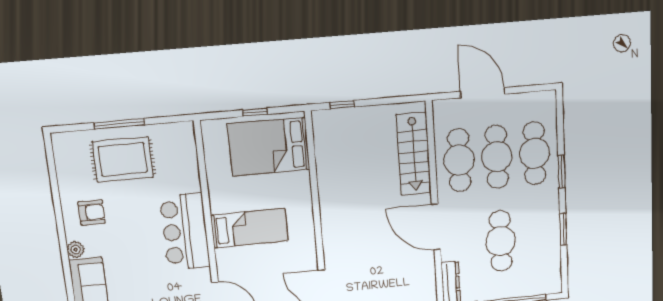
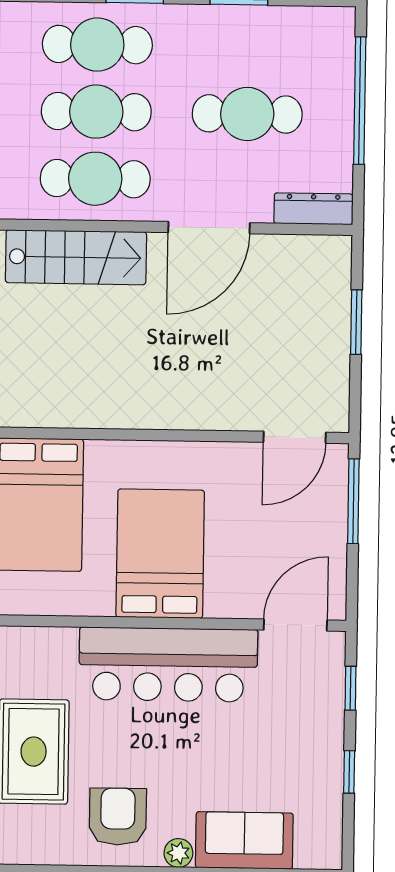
armchair: (92, 212) -> (118, 817), width x1.38, depth x1.38
bed: (249, 228) -> (160, 554), width x1.50
bar counter: (185, 232) -> (168, 665), width x1.36

